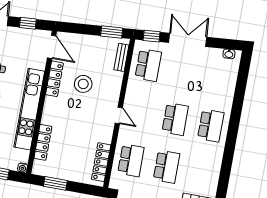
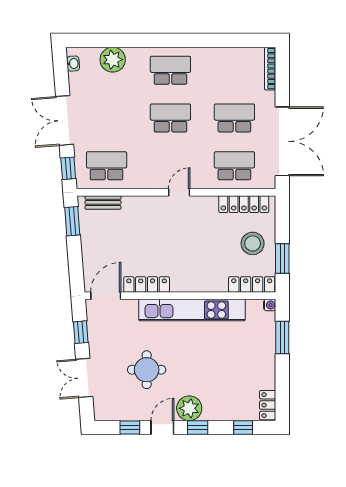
stool: (83, 84) -> (253, 243), moved
plant: (226, 84) -> (113, 60), added
locker: (43, 142) -> (252, 284), moved

